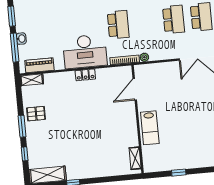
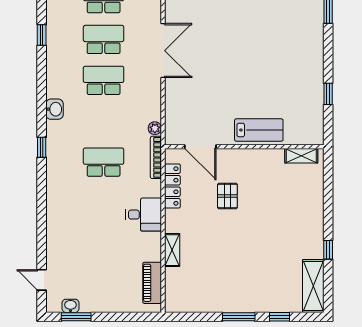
washbasin: (21, 39) -> (71, 306), moved
window: (15, 48) -> (123, 317), removed
desk: (85, 51) -> (144, 215), width x0.53, depth x0.77
locker: (85, 75) -> (172, 186), moved, width x1.53
shelving: (32, 80) -> (172, 250), moved
pallet: (36, 114) -> (227, 196), moved

